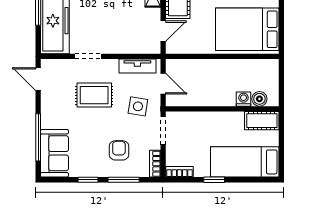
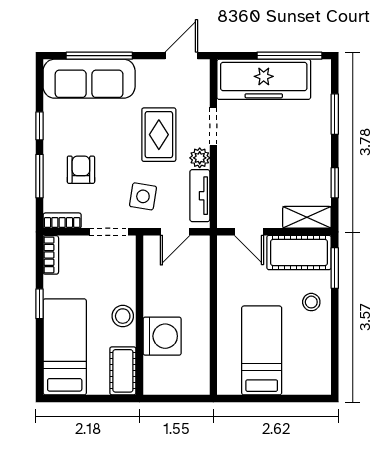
bed: (247, 29) -> (262, 350), width x0.67
plant: (111, 66) -> (200, 158), added
washing machine: (243, 99) -> (162, 336), width x1.89, depth x1.89
boiler: (259, 99) -> (154, 368), removed
stool: (223, 121) -> (123, 316), added
armchair: (119, 150) -> (81, 170), turned -90
sofa: (54, 153) -> (89, 79), width x1.36

